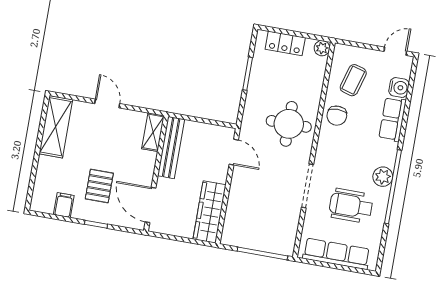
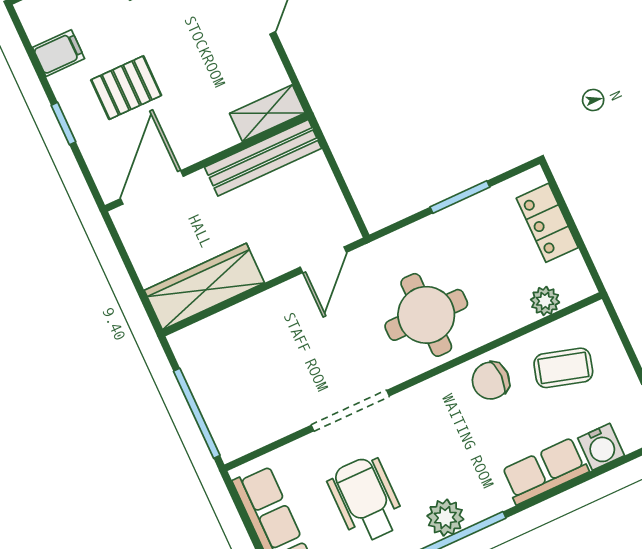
plant: (322, 48) -> (545, 301), moved

